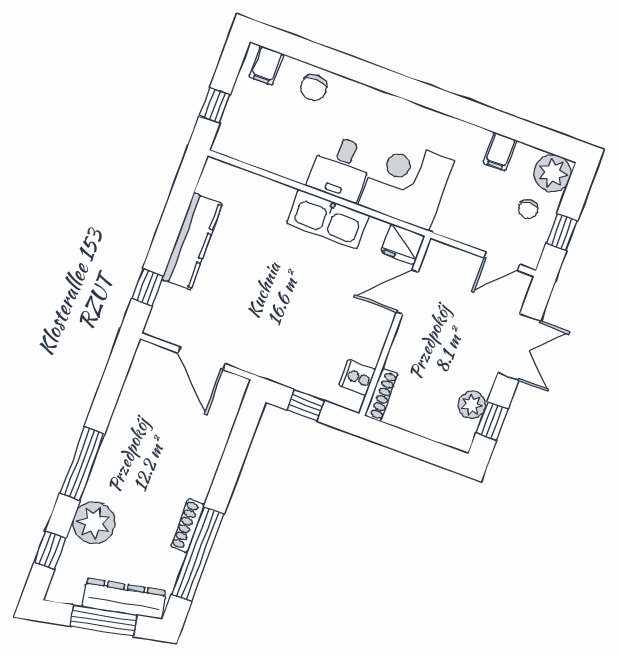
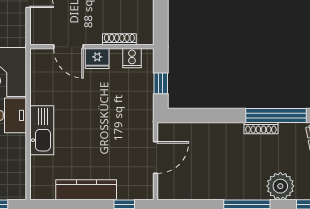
kitchen sink: (328, 219) -> (42, 130), moved
fridge: (403, 244) -> (97, 59), moved, turned 90
shoe rack: (381, 395) -> (119, 39), moved

